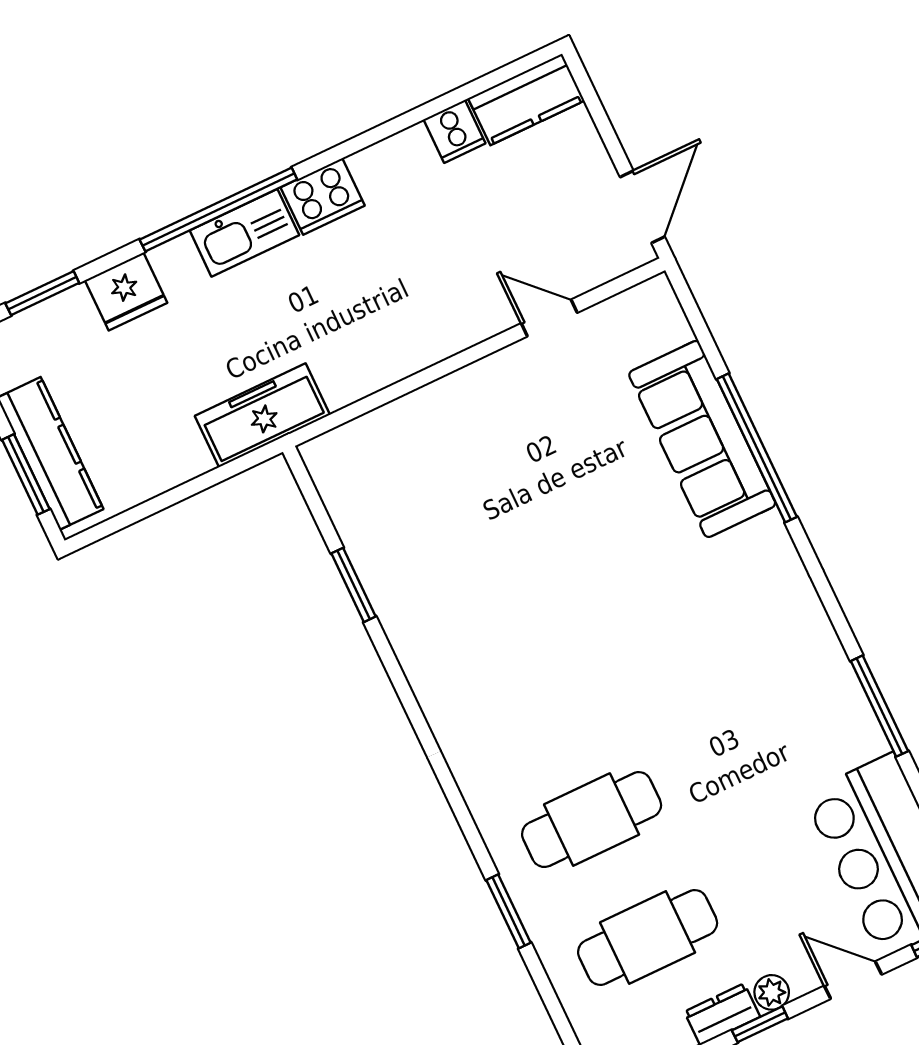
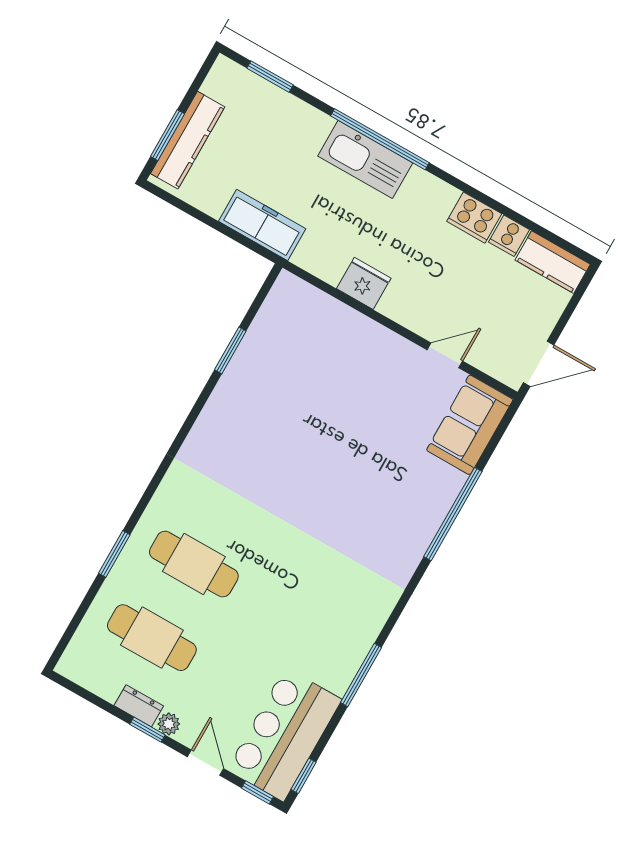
cooker: (323, 196) -> (474, 218), moved
kitchen sink: (244, 233) -> (365, 159), width x1.36, depth x1.24
fridge: (126, 292) -> (364, 283), moved, turned 180
door: (549, 318) -> (445, 355), hinge flipped
freezer: (262, 415) -> (262, 225), moved
sofa: (702, 439) -> (470, 425), moved, width x0.73

